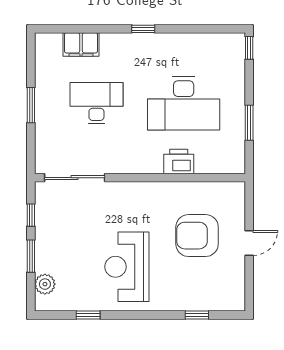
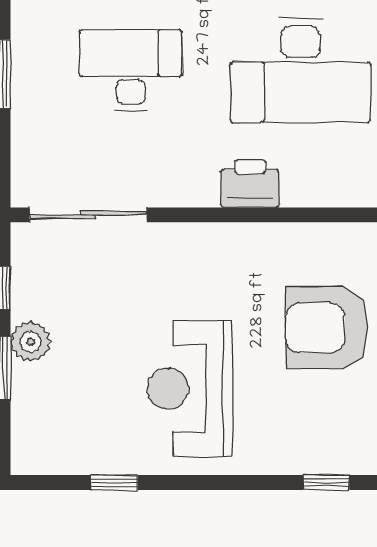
printer: (179, 161) -> (250, 184), moved
plant: (45, 284) -> (31, 342), moved

